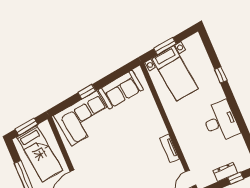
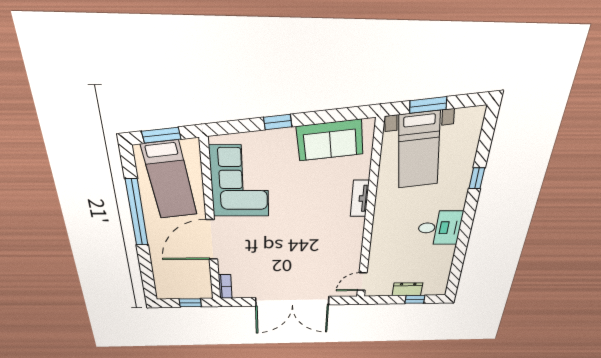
corner sofa: (84, 118) -> (240, 182), moved, turned -83
desk: (221, 121) -> (440, 228), width x0.73
tv unit: (169, 148) -> (360, 198), moved

